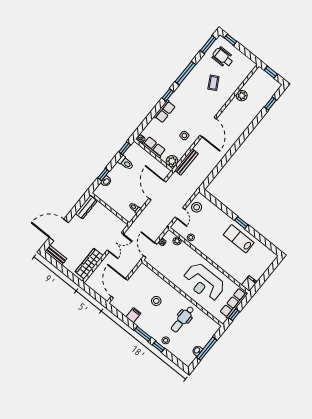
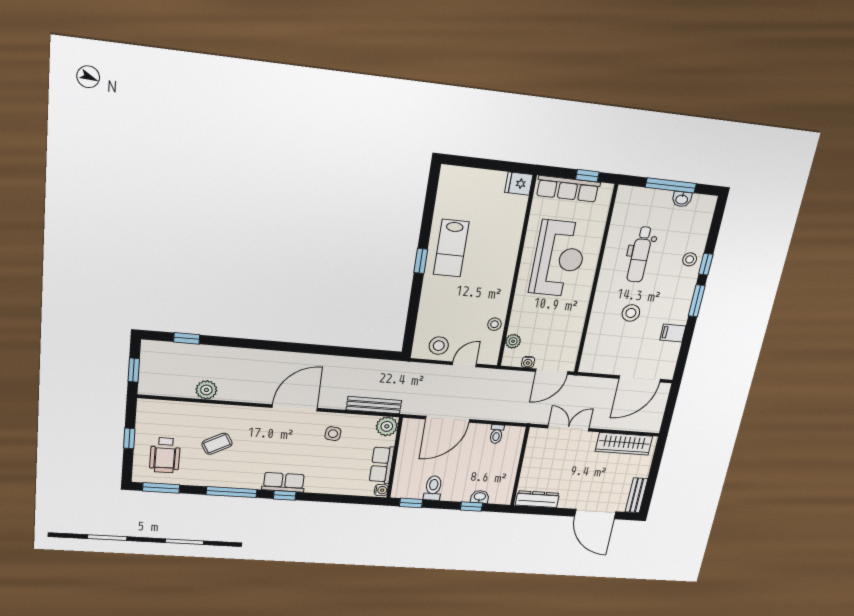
window: (230, 40) -> (129, 438), moved
row of seats: (165, 111) -> (284, 482), moved
dental chair: (183, 319) -> (640, 254), turned 90

